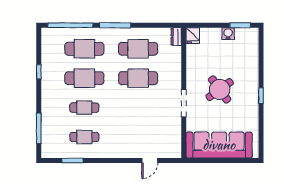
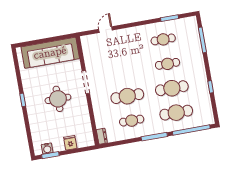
water cooler: (228, 34) -> (47, 149), moved
fridge: (193, 36) -> (70, 143), moved
cafe table: (138, 49) -> (132, 121), width x0.73, depth x0.74
round table: (220, 89) -> (58, 99), turned 36

